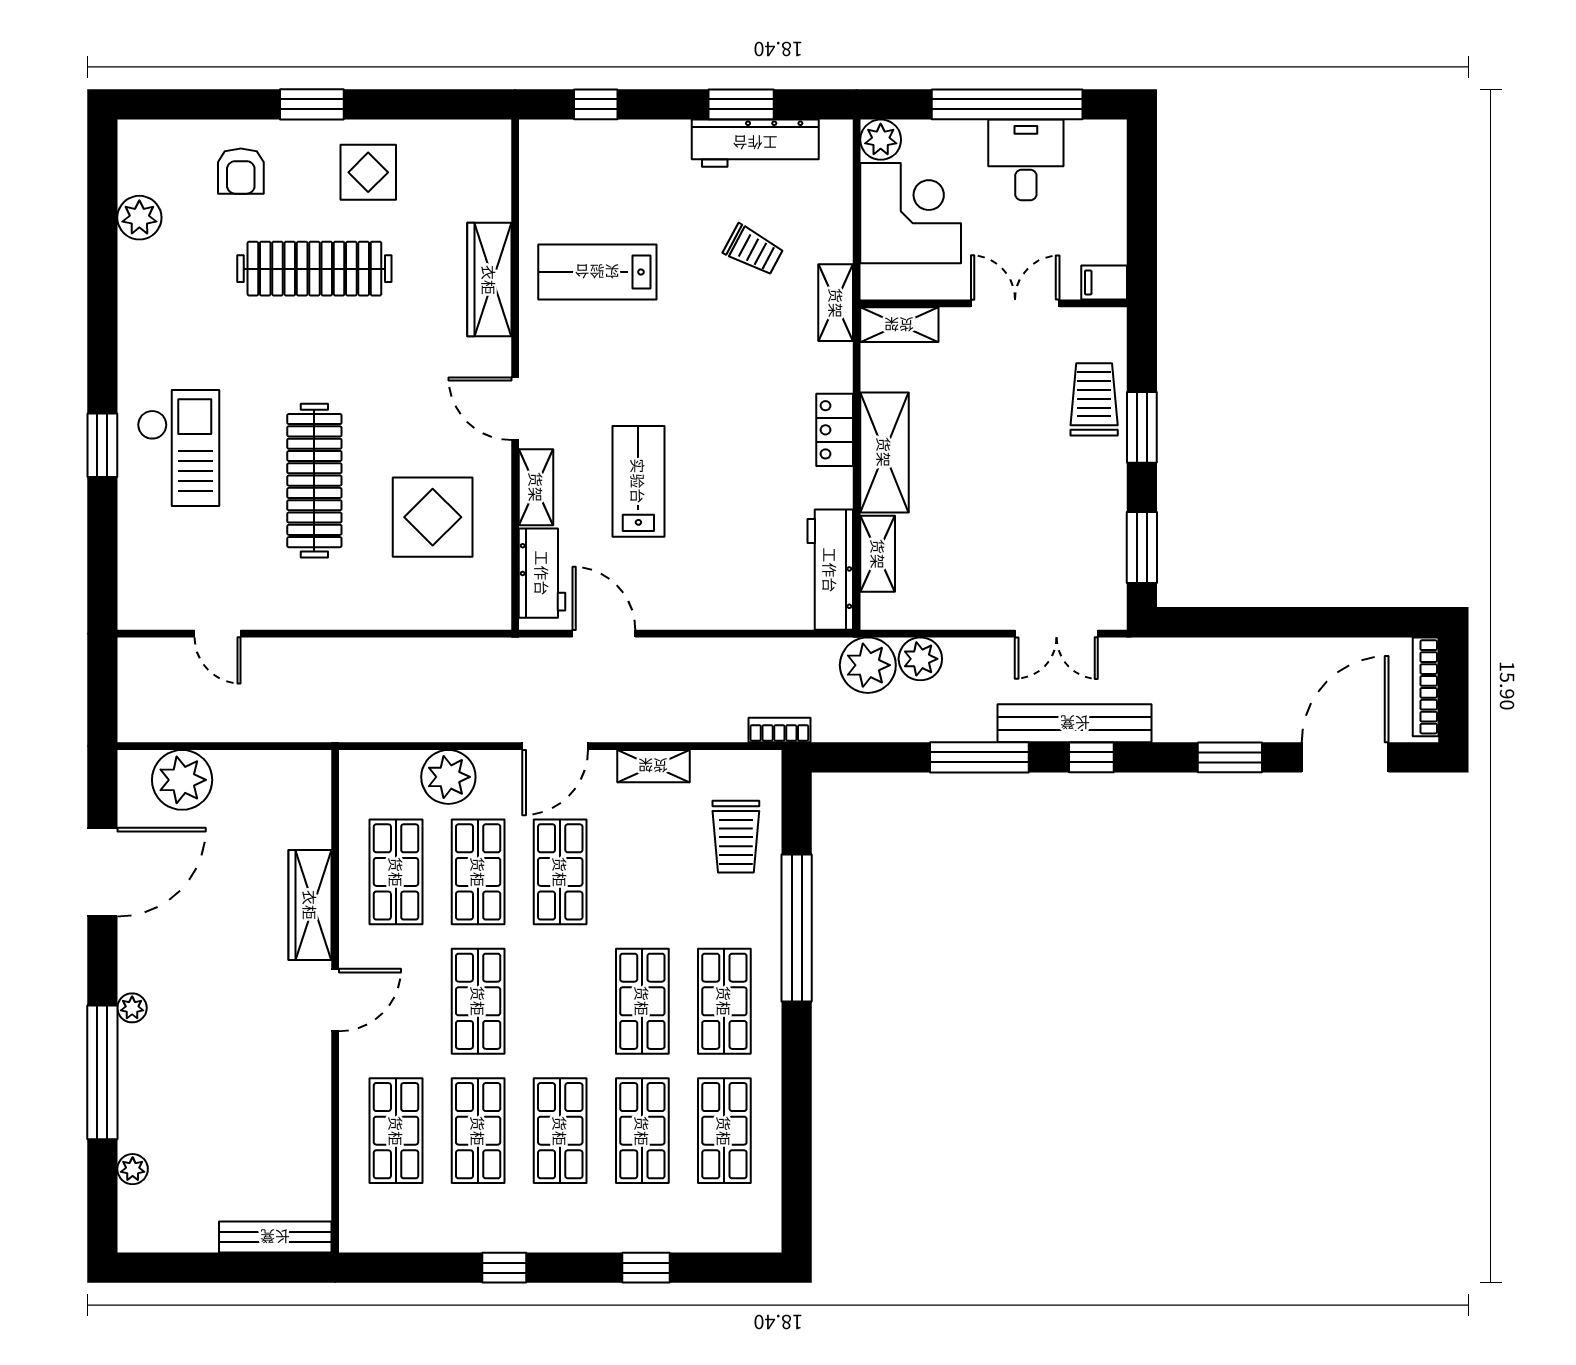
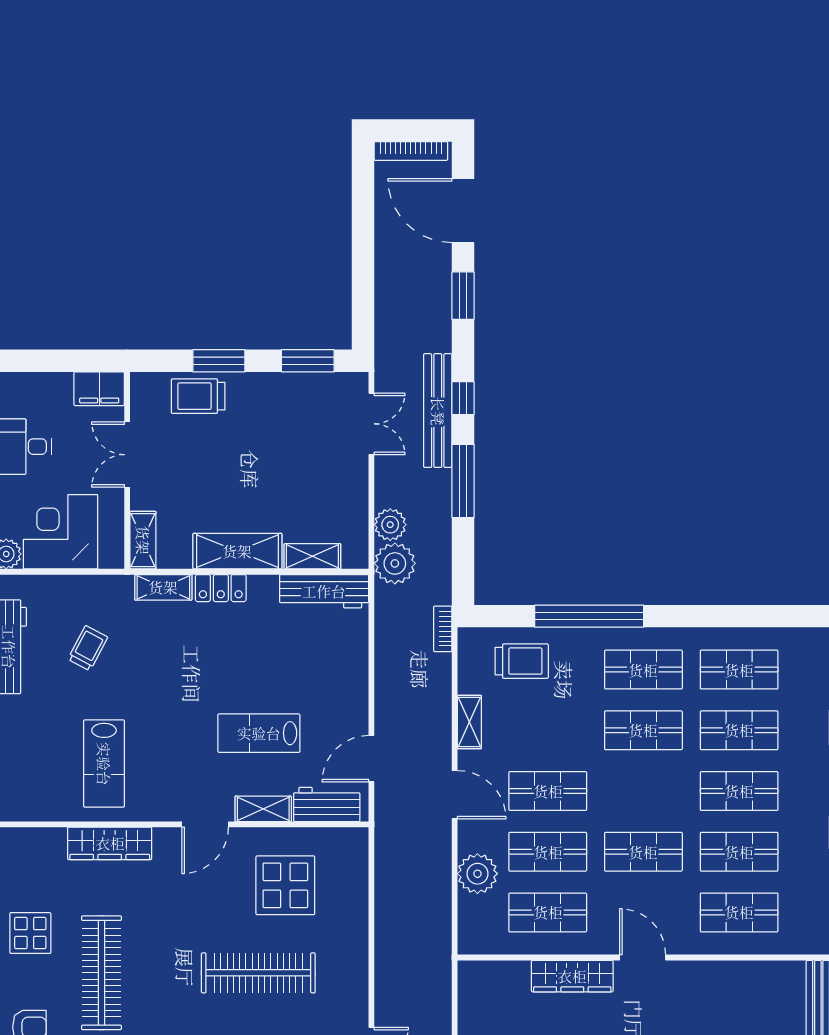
filing cabinet: (1104, 282) -> (99, 389), width x2.00
shelving: (836, 303) -> (163, 587), moved

